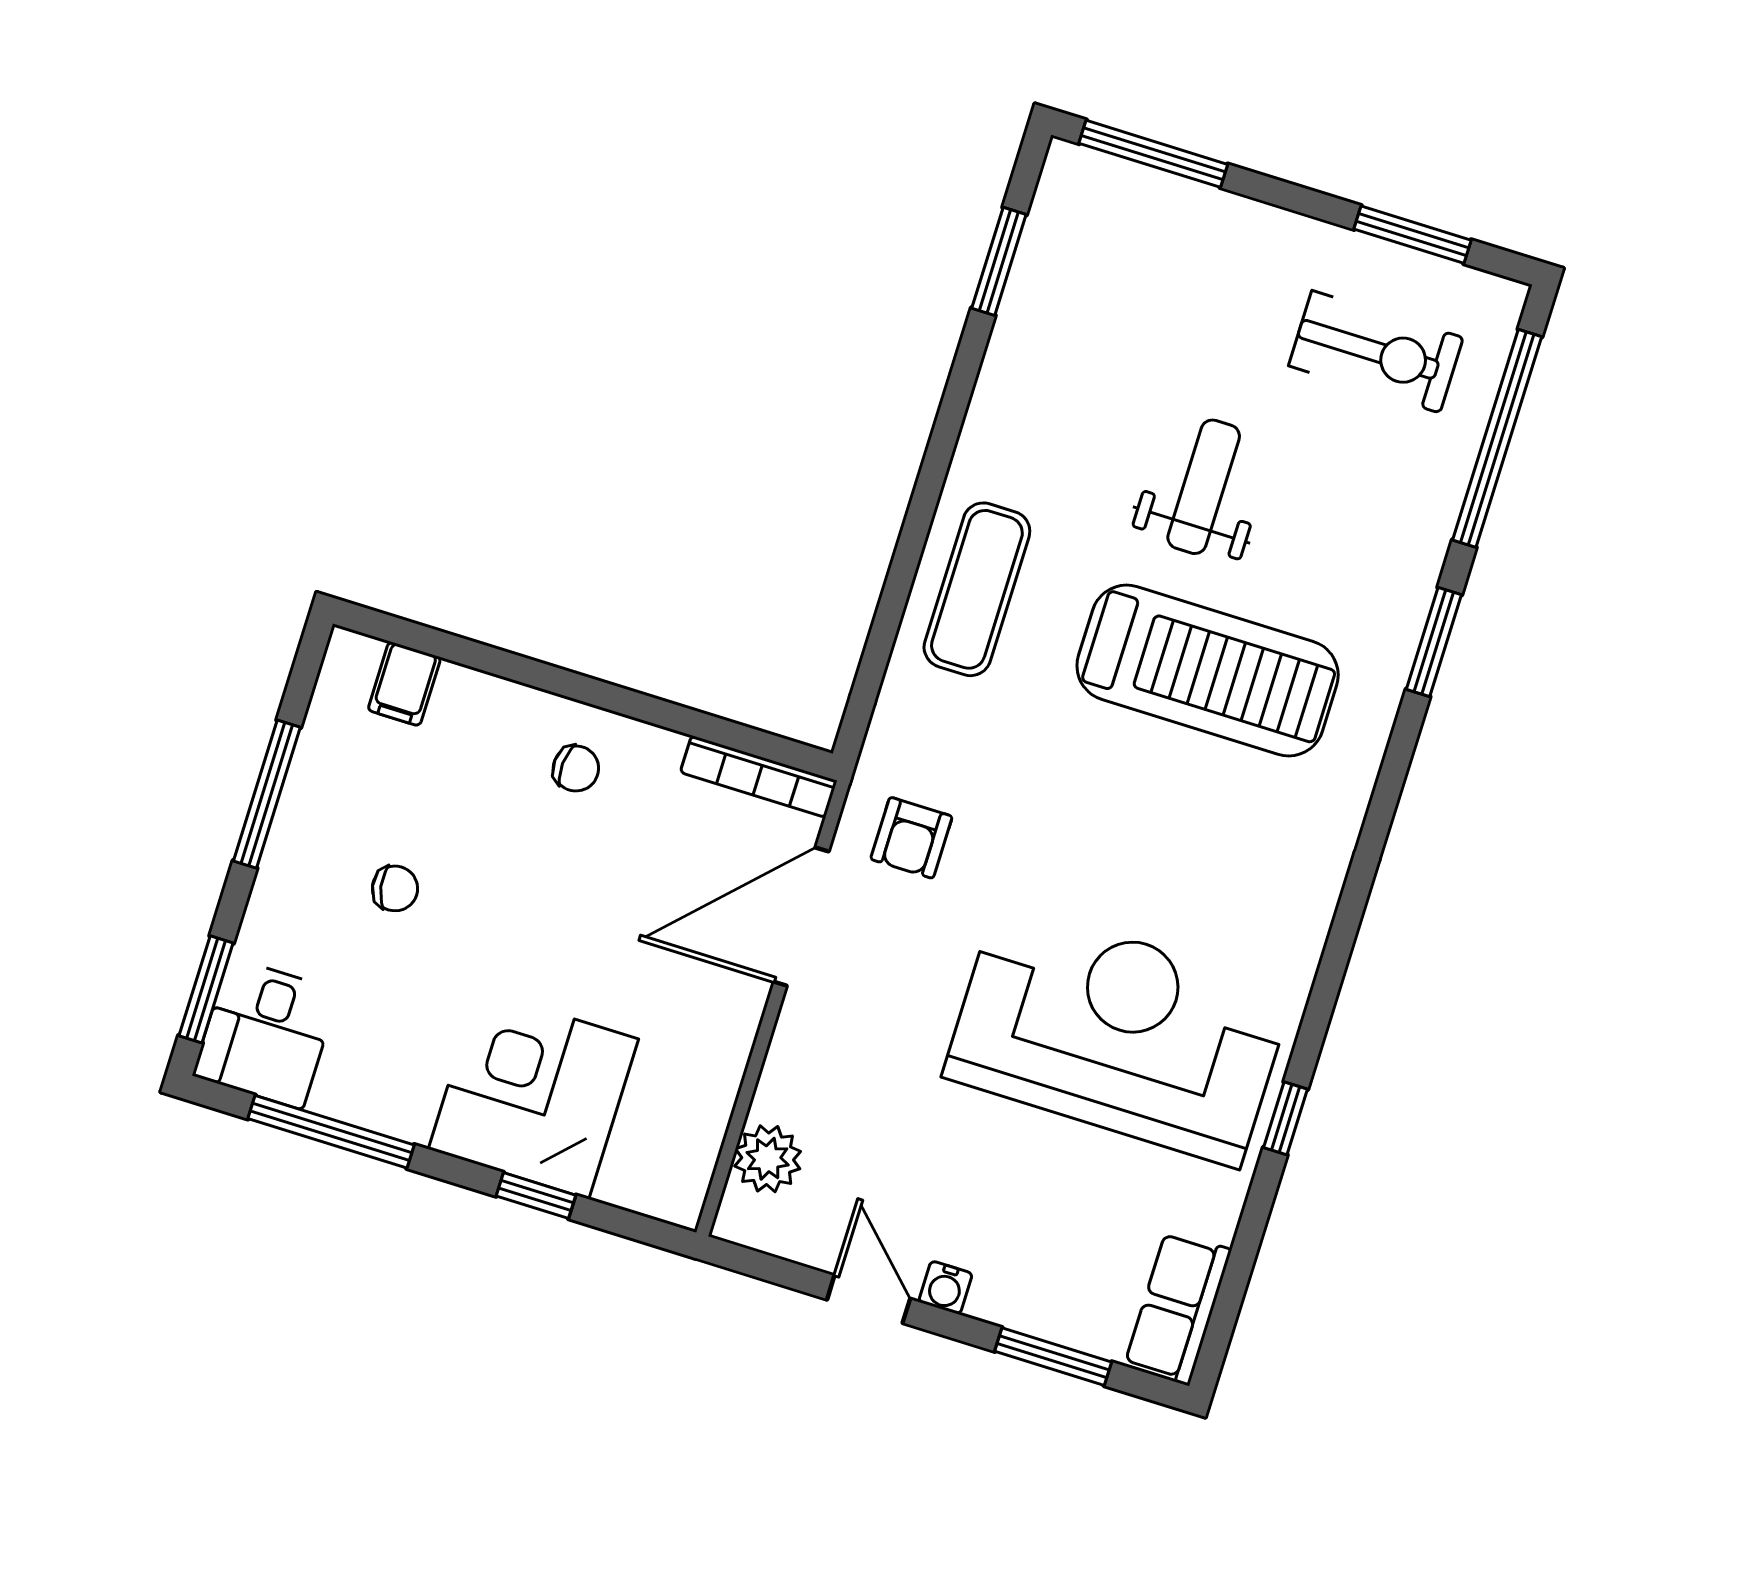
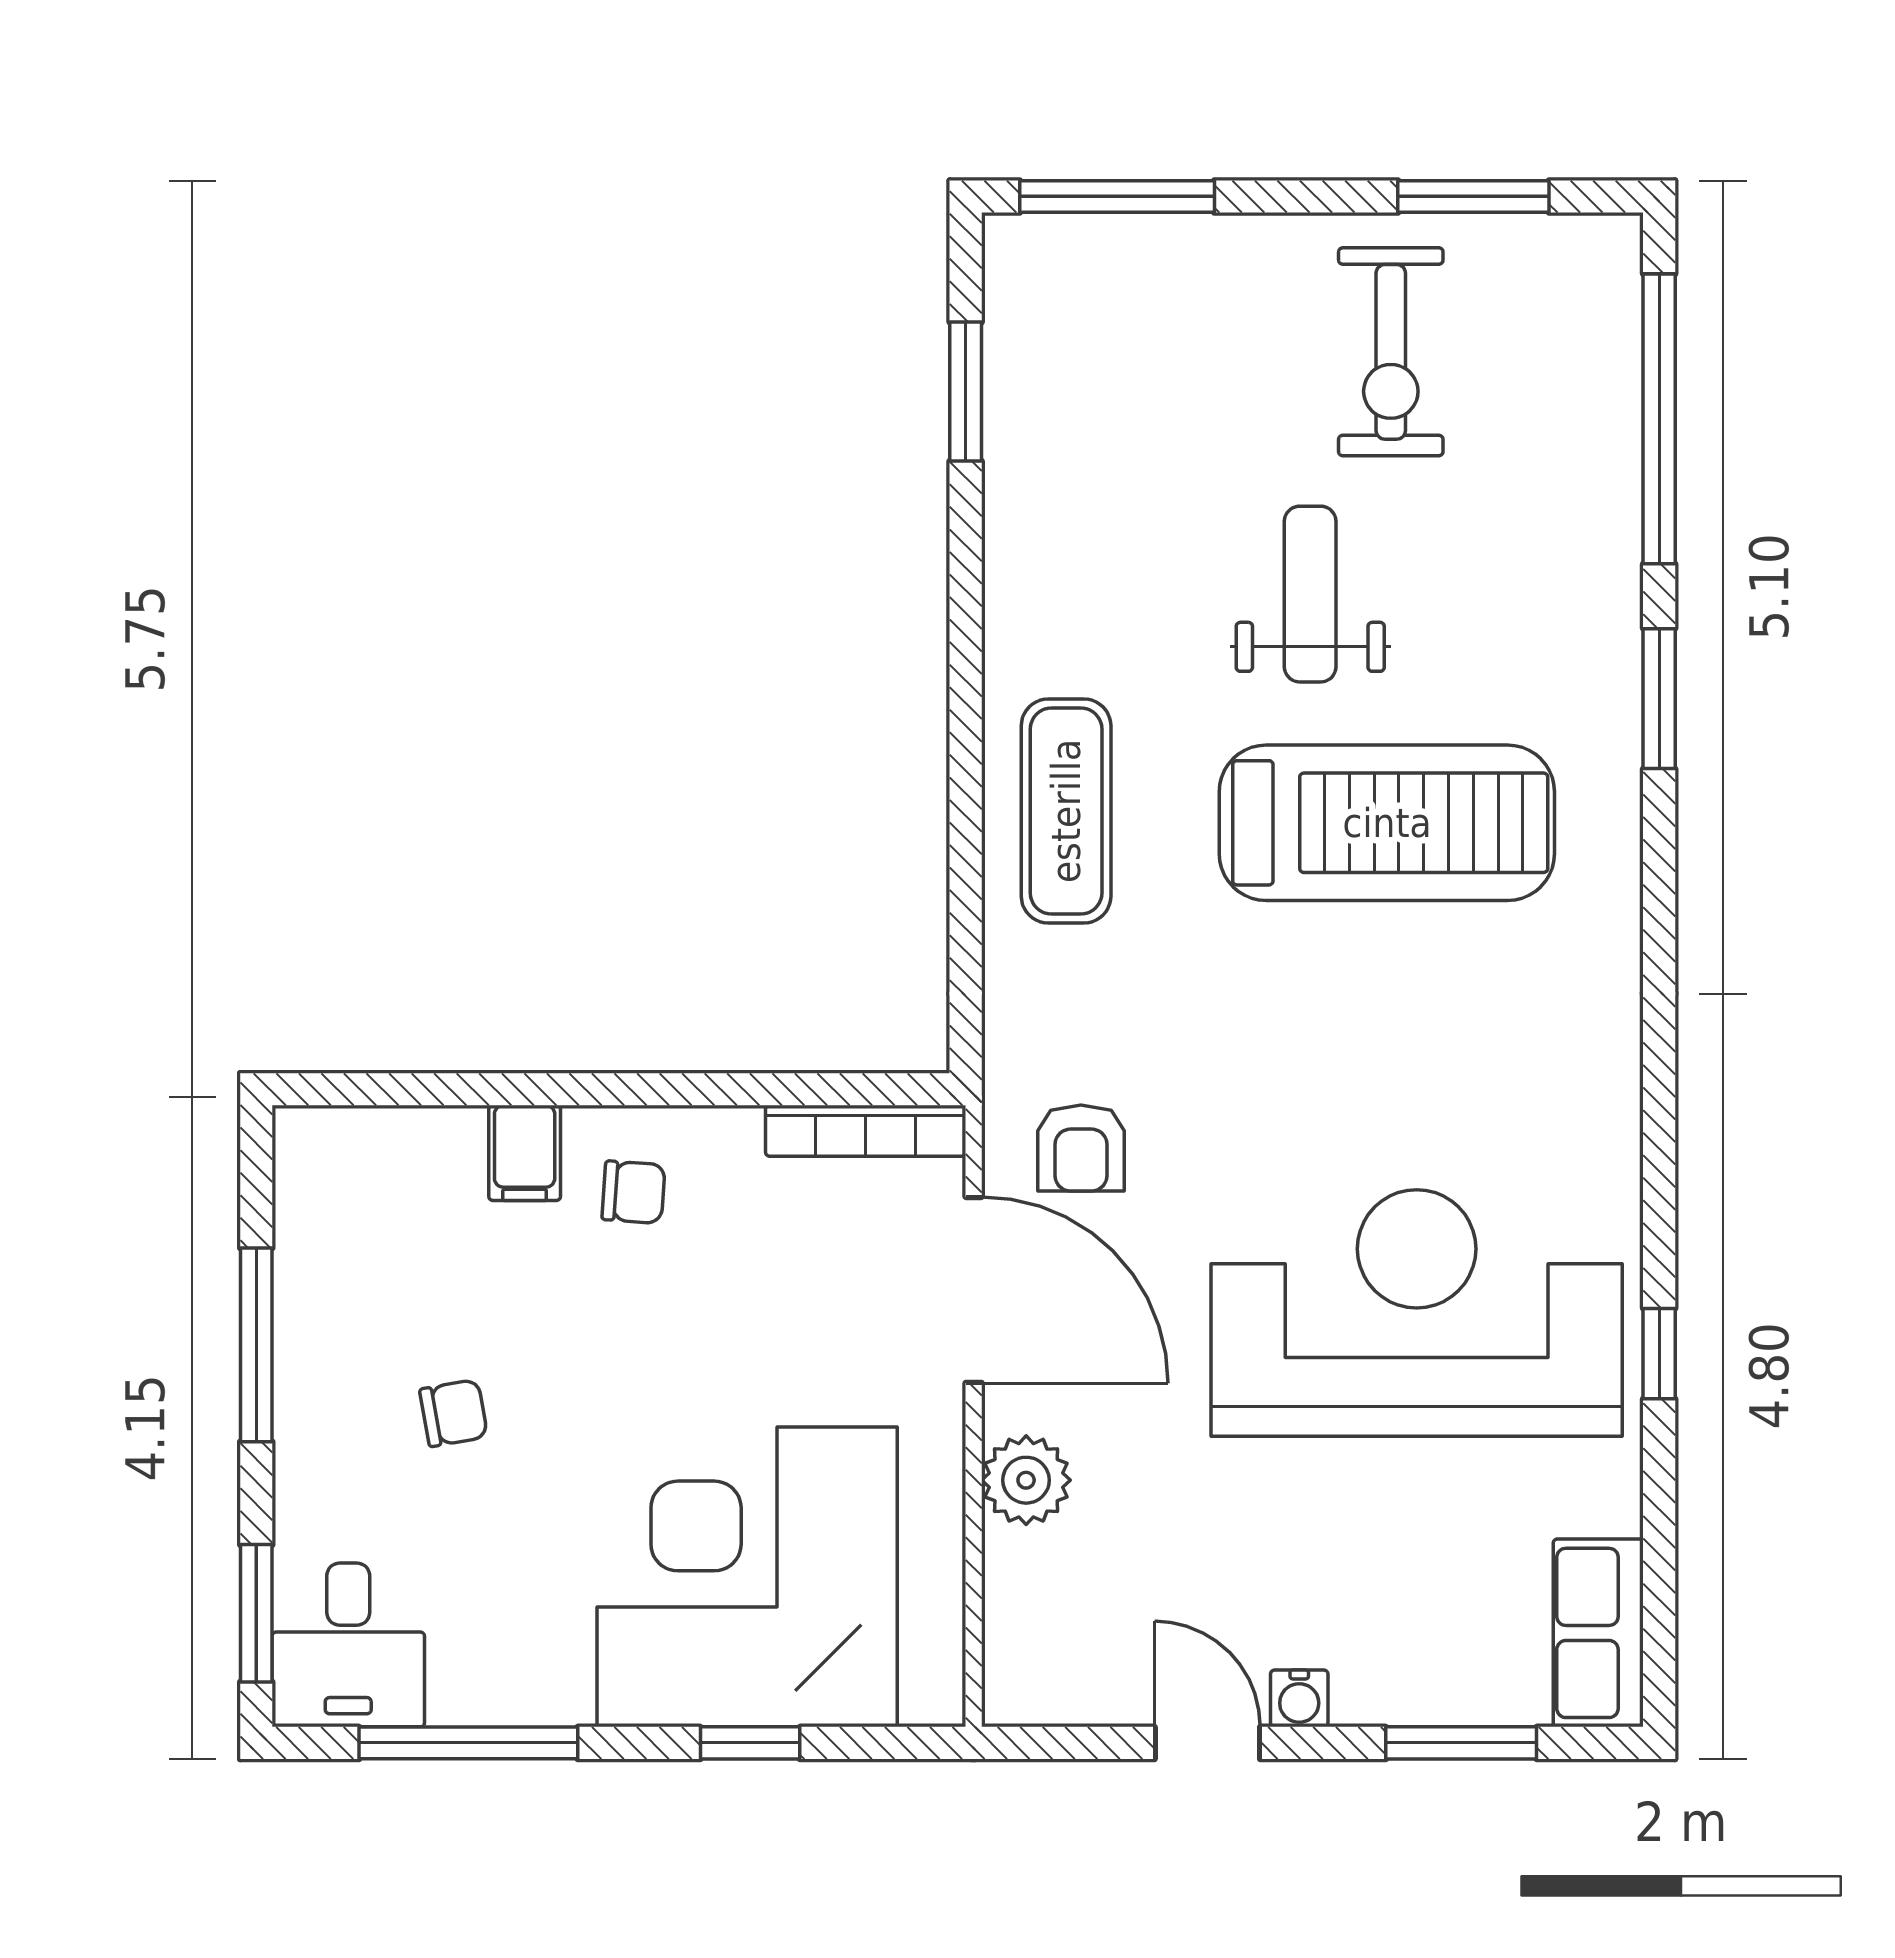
exercise bike: (1376, 352) -> (1391, 352), moved, turned 90
filing cabinet: (404, 684) -> (525, 1153), moved
door: (801, 917) -> (974, 1290), swing flipped
corner desk: (533, 1094) -> (747, 1577), width x1.36, depth x1.36
plant: (768, 1159) -> (1026, 1480), moved

